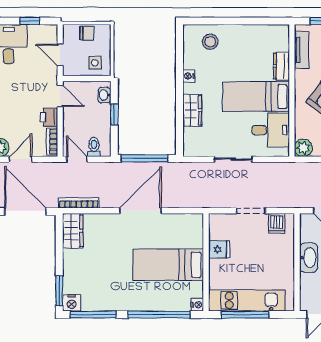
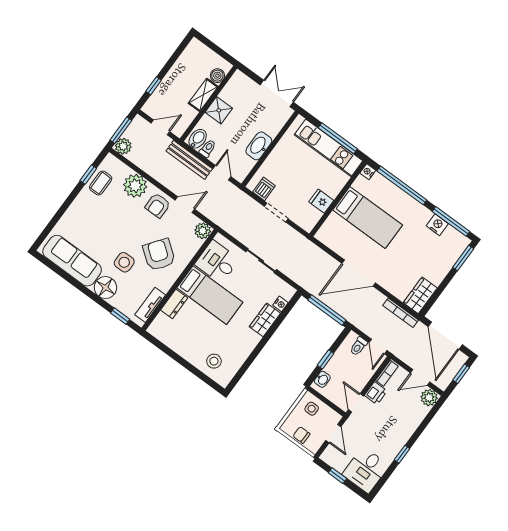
nightstand: (189, 76) -> (280, 304), moved
nightstand: (72, 303) -> (437, 225), moved

